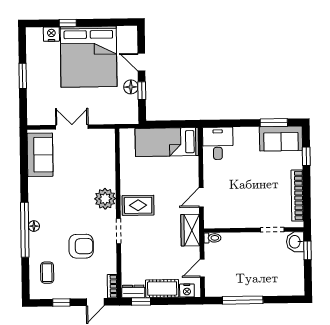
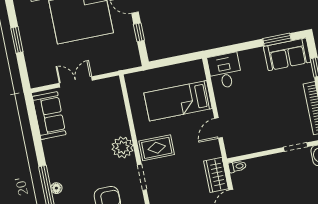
floor lamp: (131, 87) -> (127, 31), removed
bed: (167, 142) -> (178, 101), moved
wardrobe: (190, 230) -> (216, 175), moved

